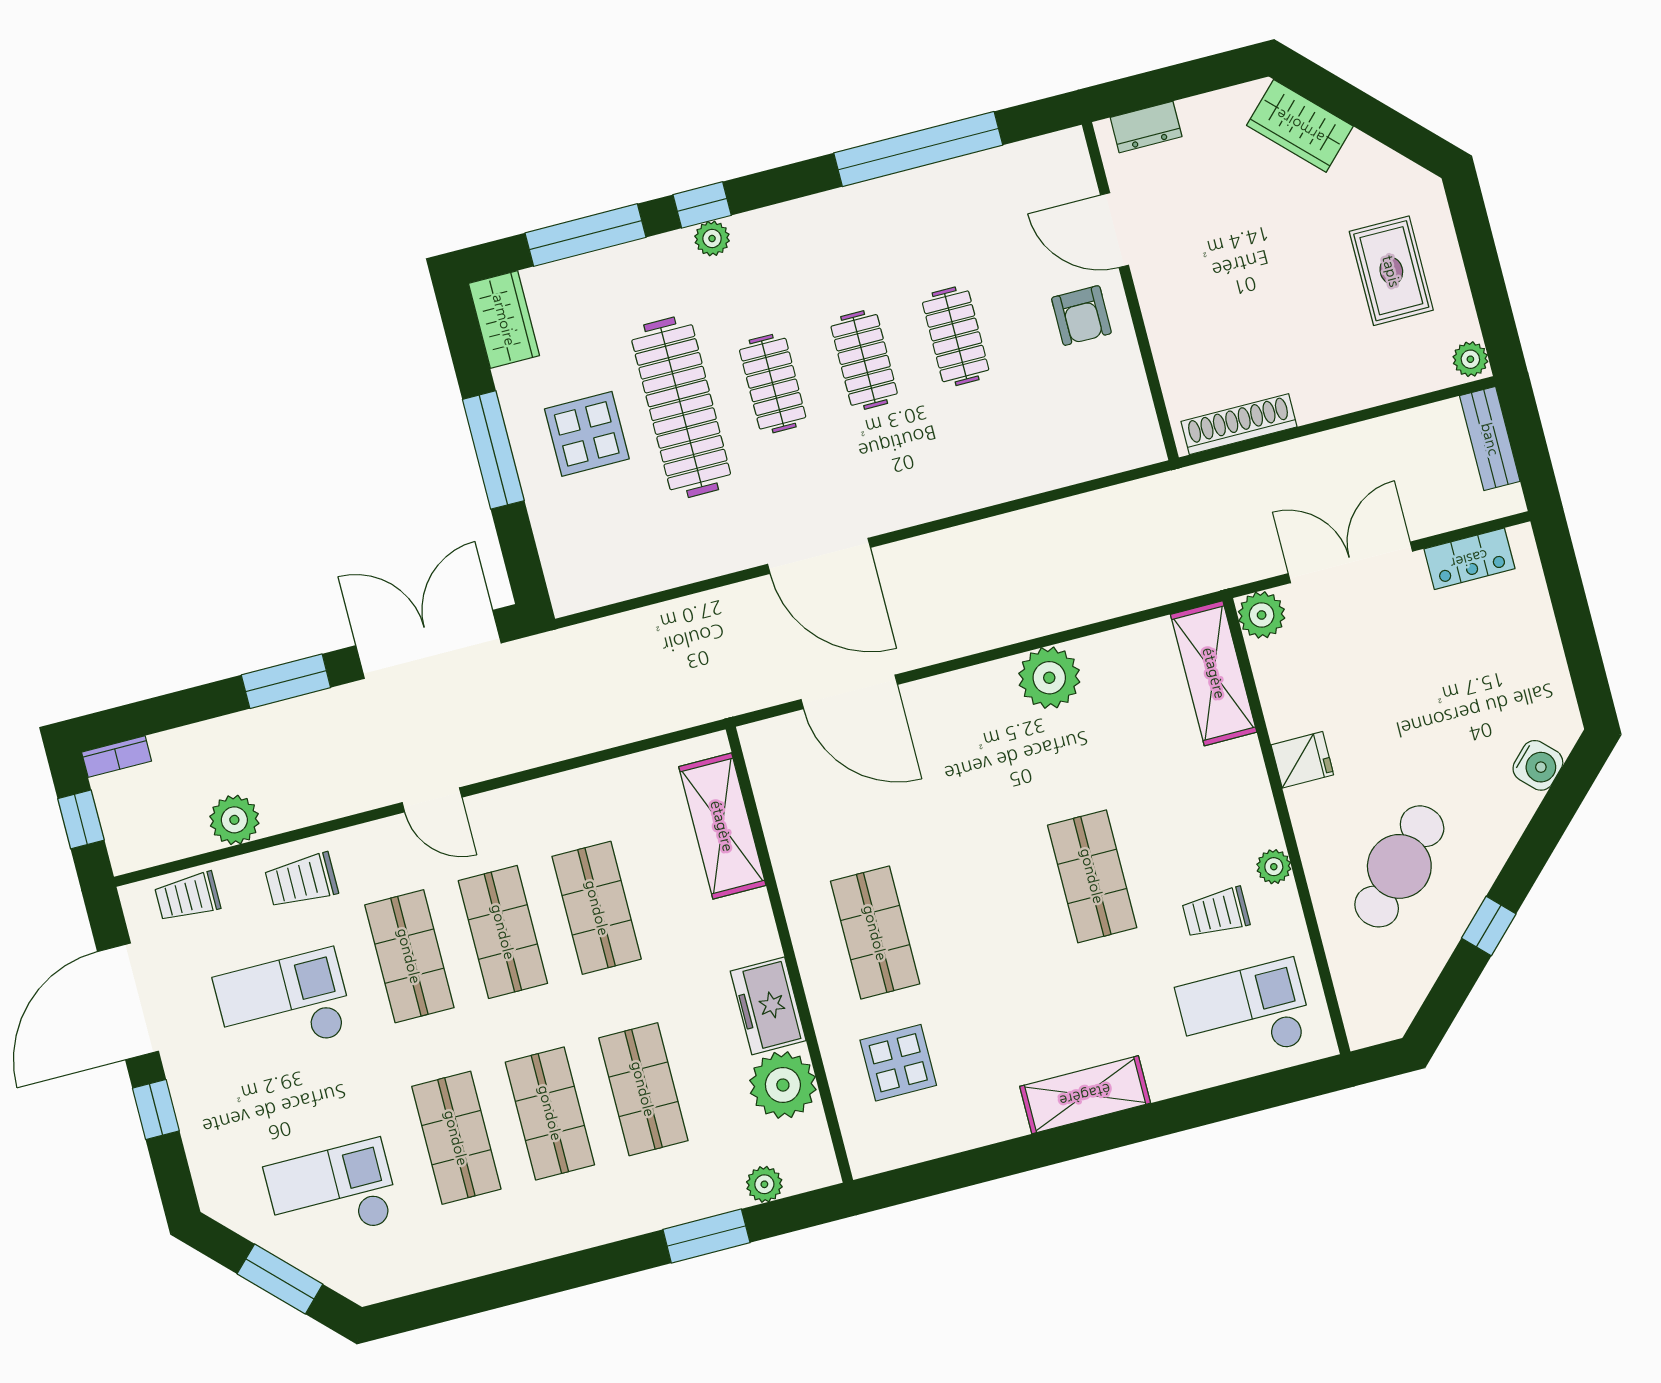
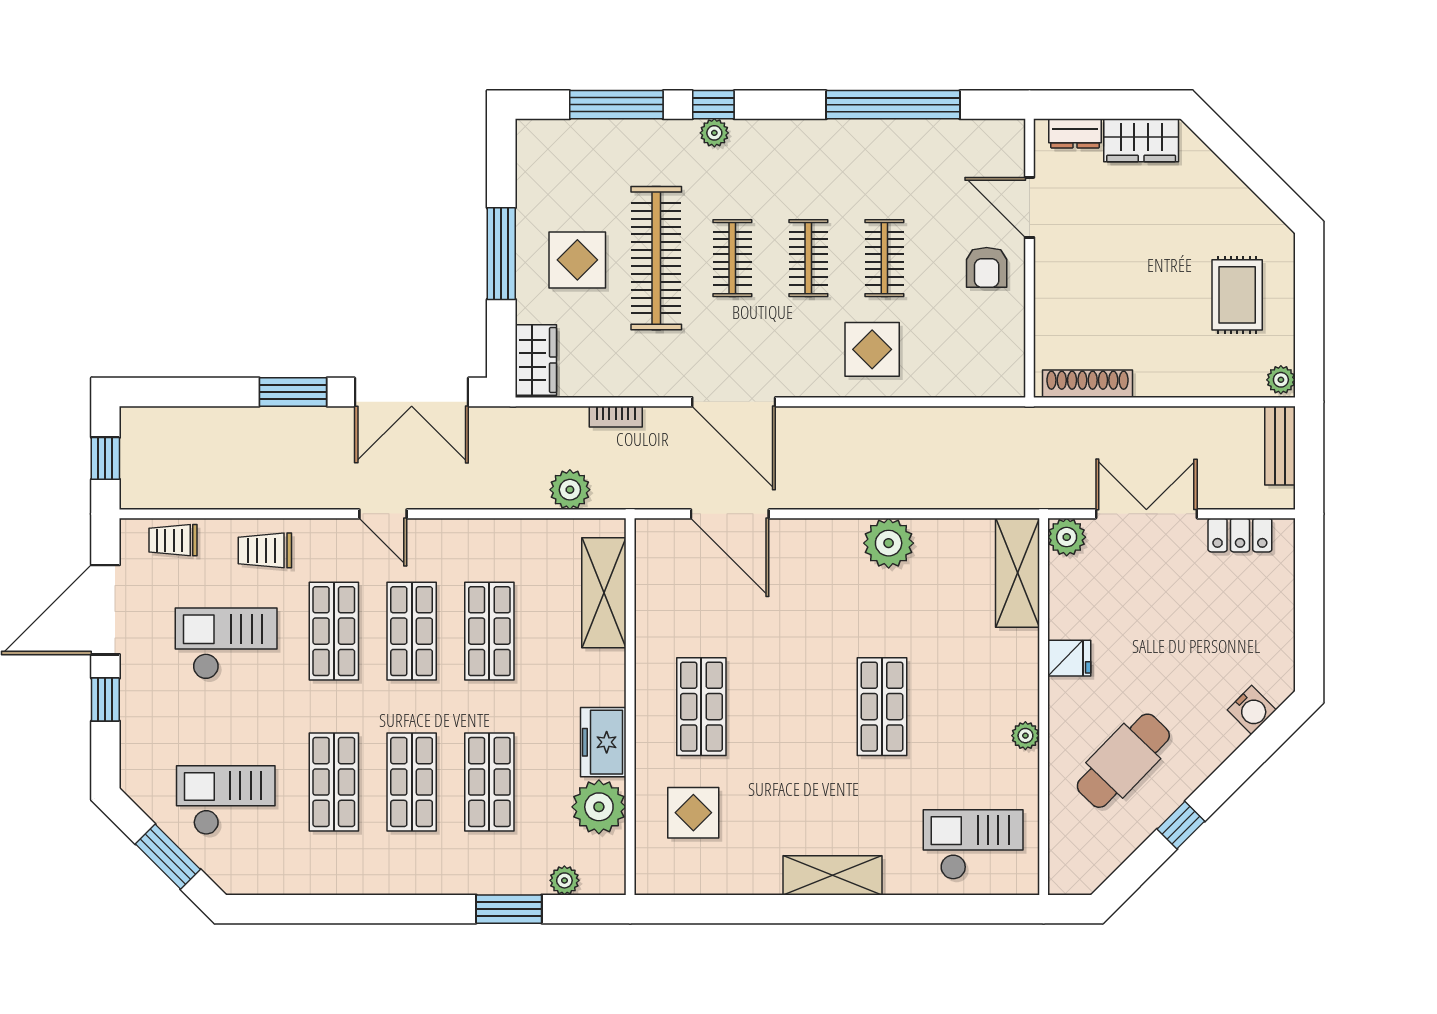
wardrobe: (1300, 126) -> (1141, 140), moved, turned -45
wardrobe: (504, 320) -> (536, 360), moved
display table: (969, 450) -> (872, 349), added
double door: (429, 644) -> (412, 392), swing flipped
bookcase: (117, 757) -> (616, 417), moved
plant: (234, 820) -> (570, 490), moved
trolley: (1216, 913) -> (971, 760), removed

